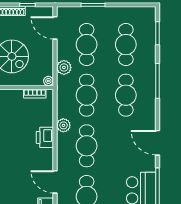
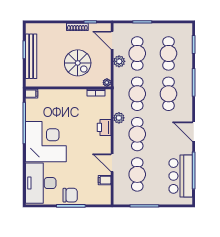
plant: (64, 67) -> (119, 61), moved

